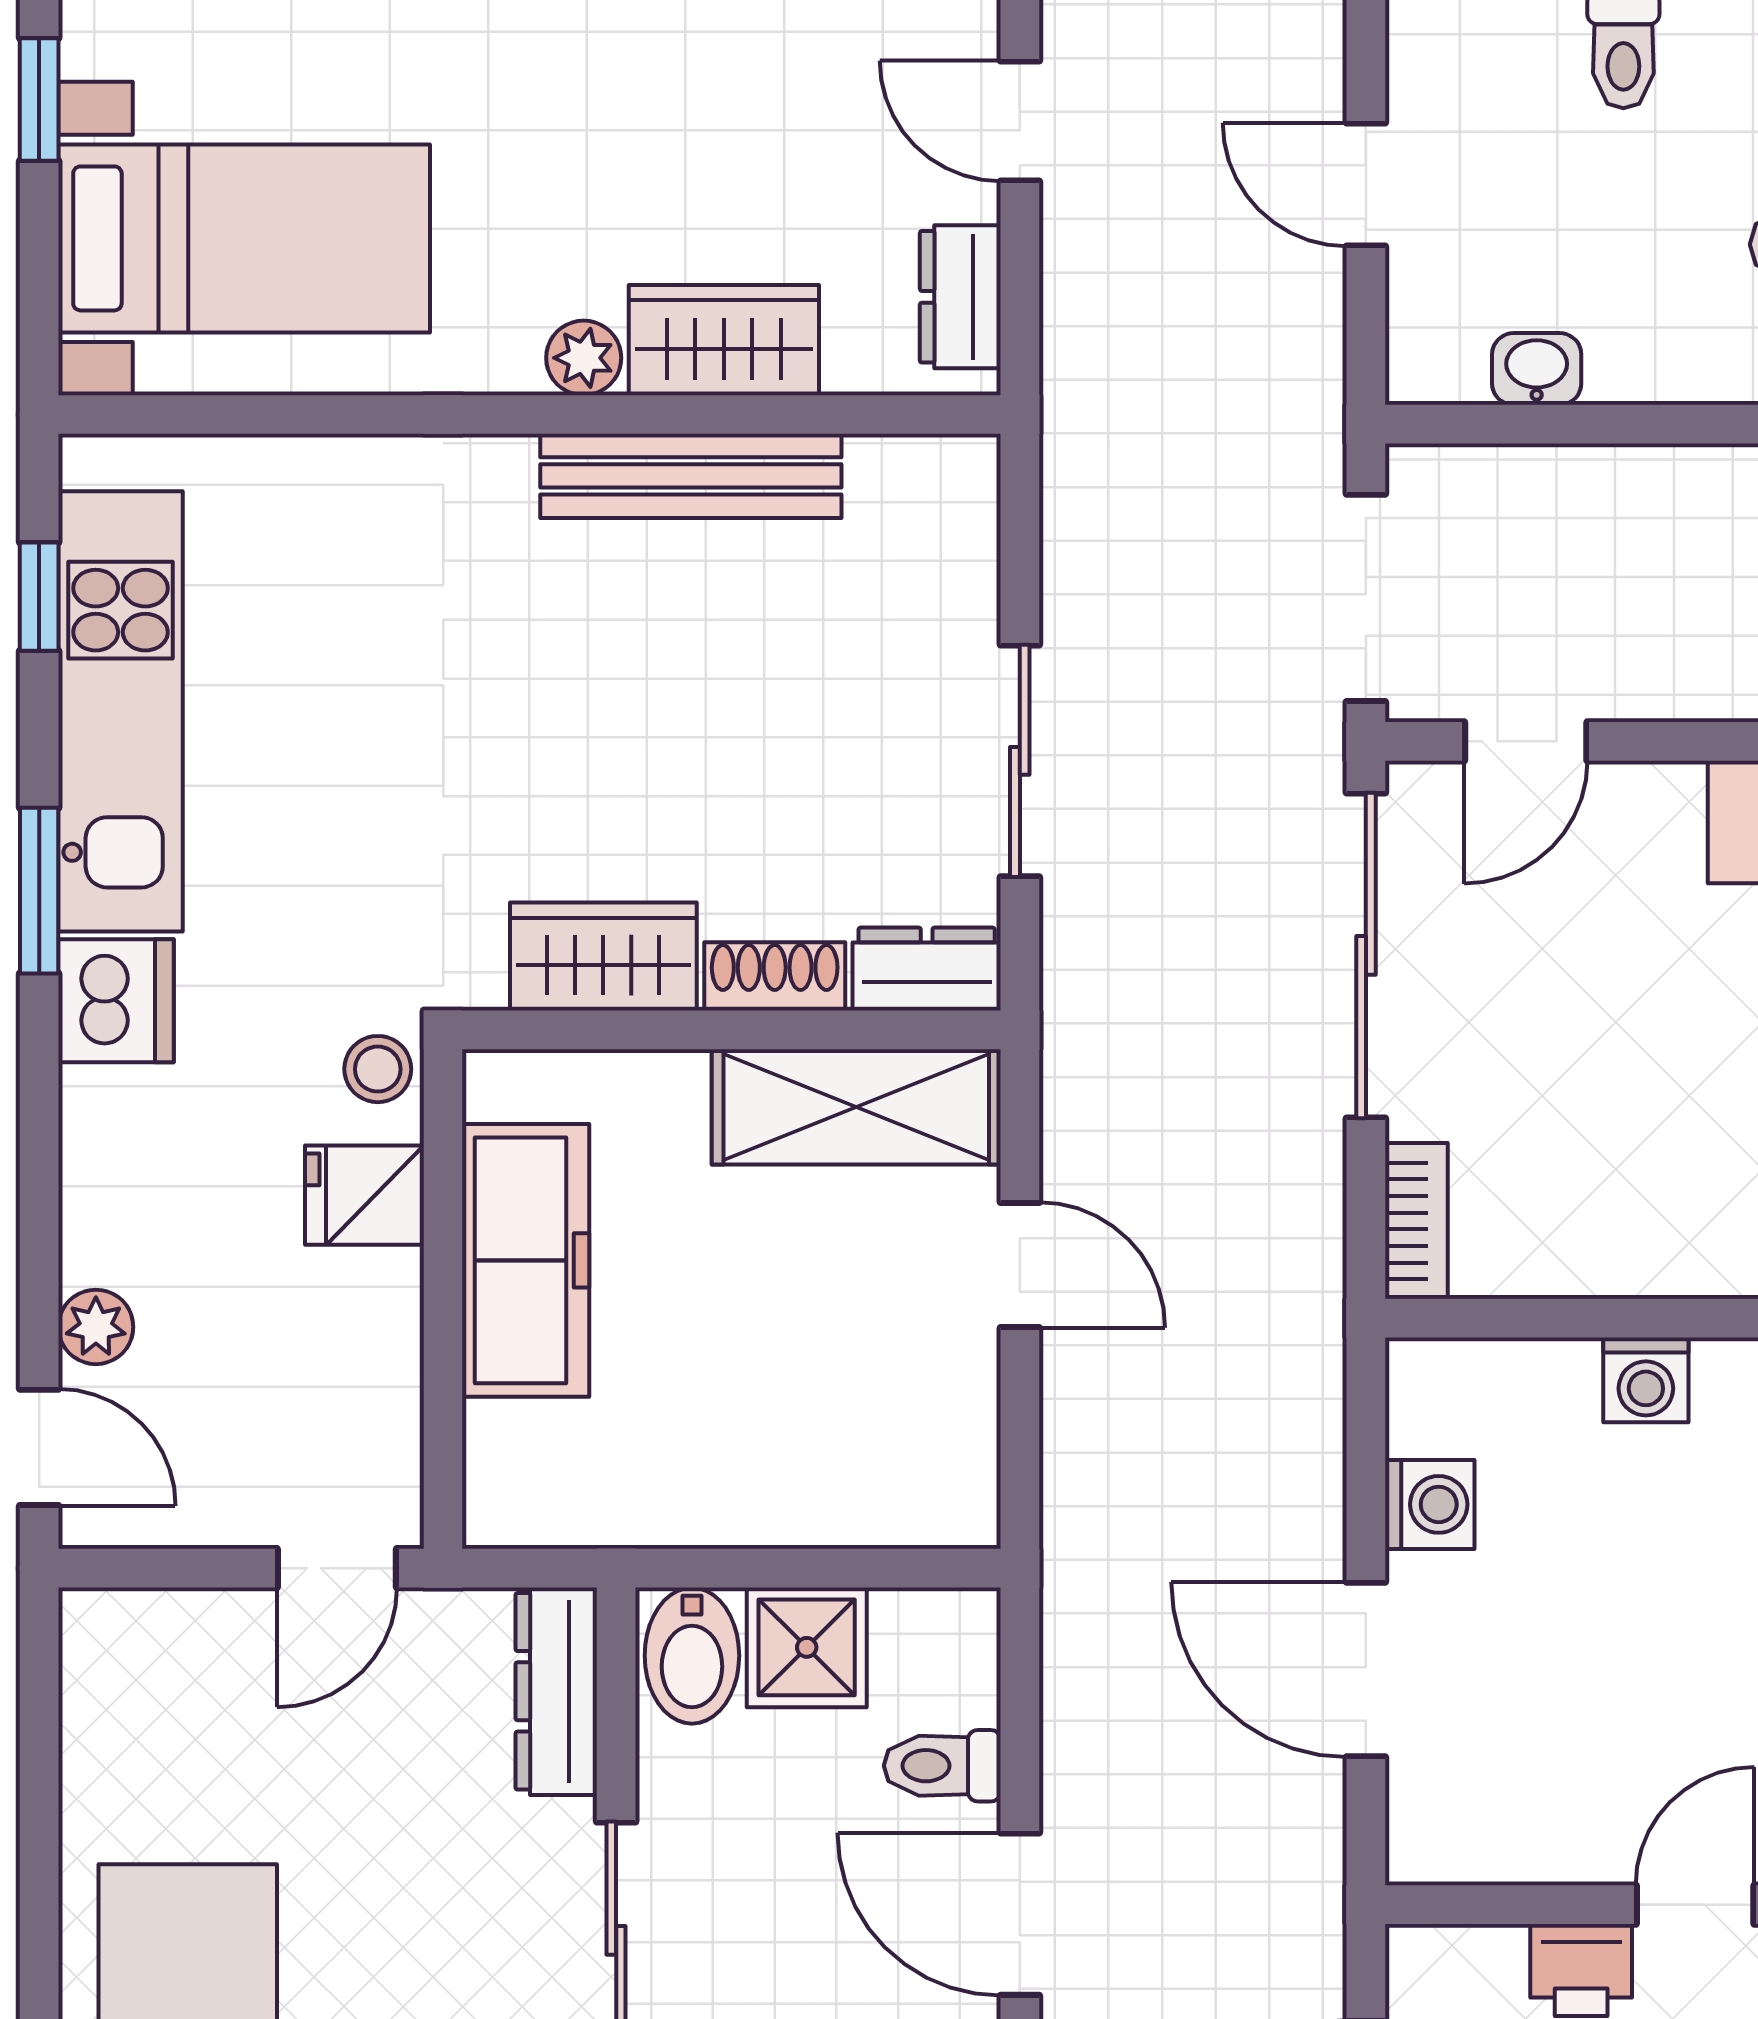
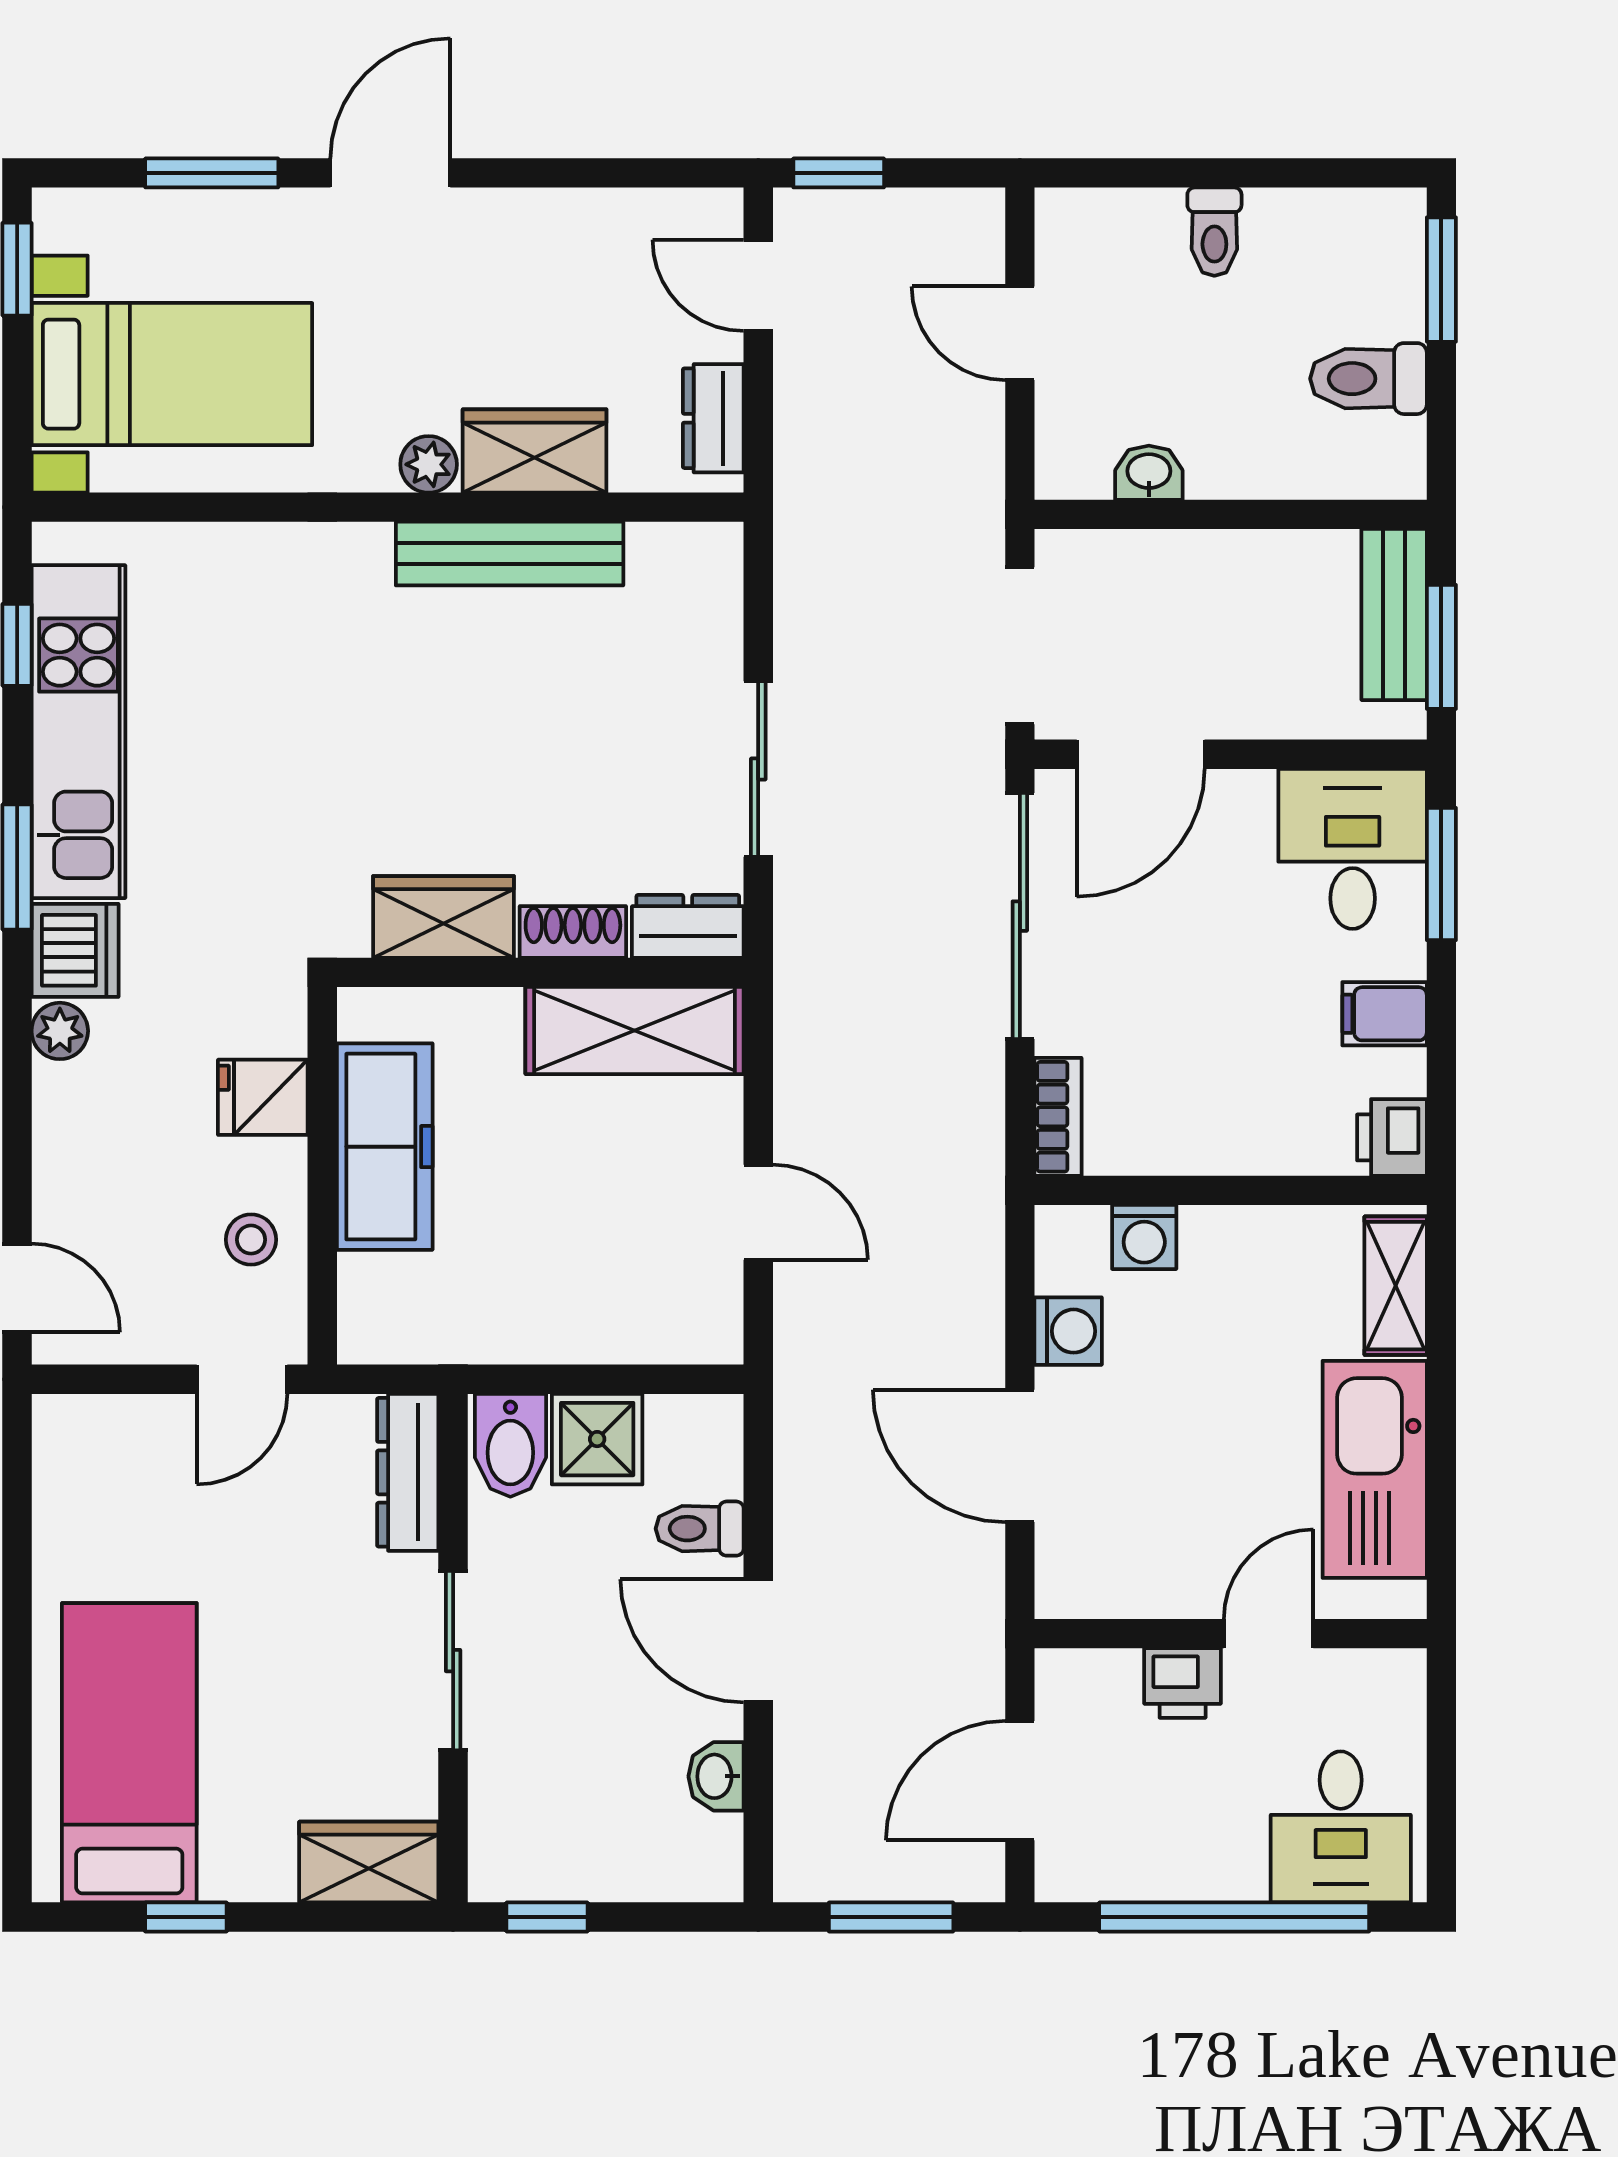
door: (1526, 741) -> (1141, 754), width x1.38
stool: (378, 1069) -> (251, 1240), moved
door: (1020, 1265) -> (758, 1212), moved
plant: (96, 1327) -> (60, 1031), moved
washing machine: (1646, 1380) -> (1144, 1237), moved

